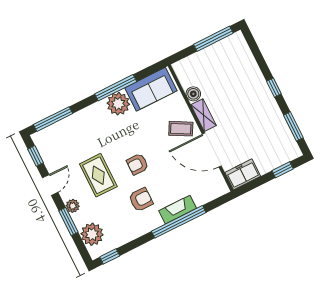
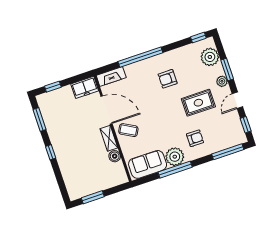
window: (213, 39) -> (93, 197), width x0.69
armchair: (137, 164) -> (195, 138), moved
rug: (98, 175) -> (198, 103), turned 90
fireplace: (178, 210) -> (111, 77), moved

